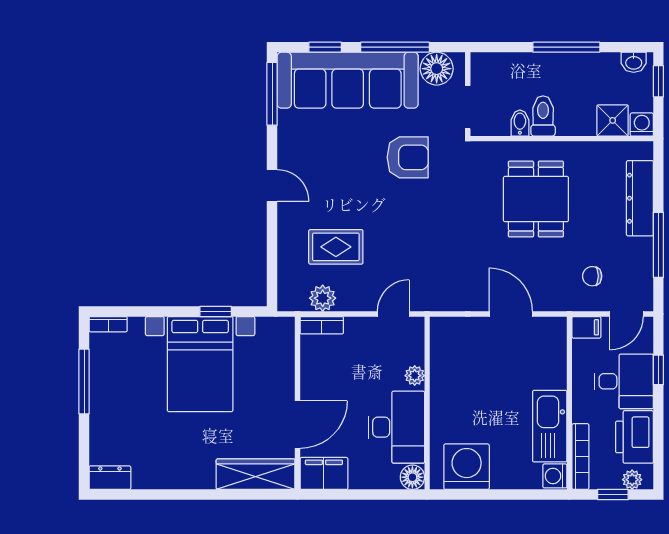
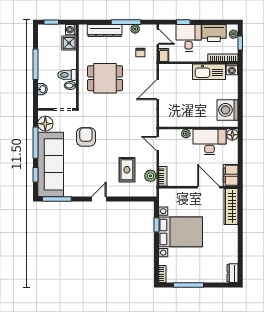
washbasin: (634, 62) -> (42, 89), moved
plant: (643, 265) -> (135, 29), added

